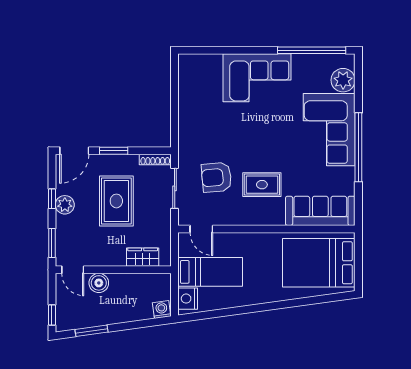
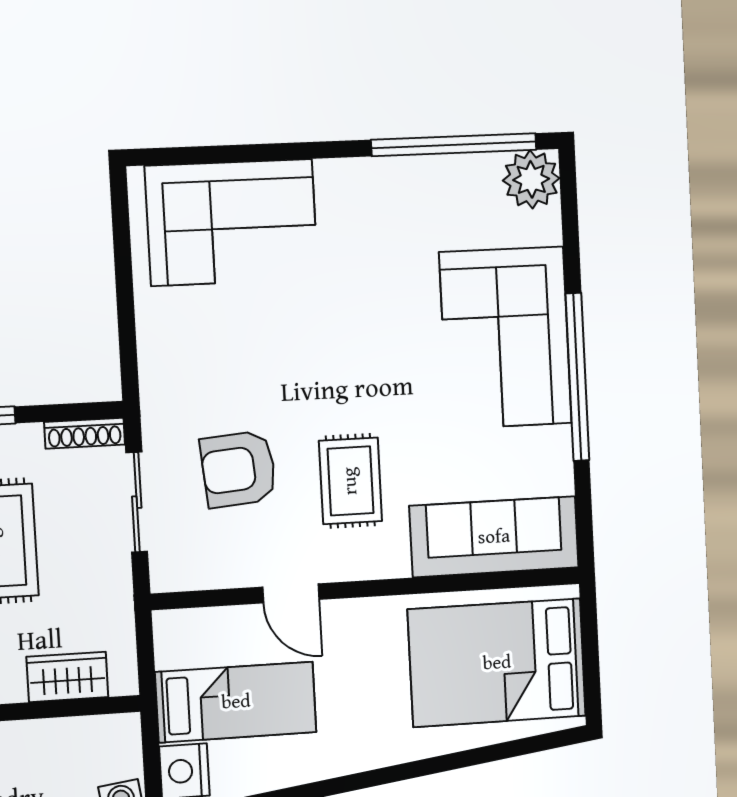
corner sofa: (257, 78) -> (232, 222), moved
plant: (343, 80) -> (531, 179), moved
rug: (262, 185) -> (350, 481), turned 90
door: (201, 229) -> (291, 593), moved

